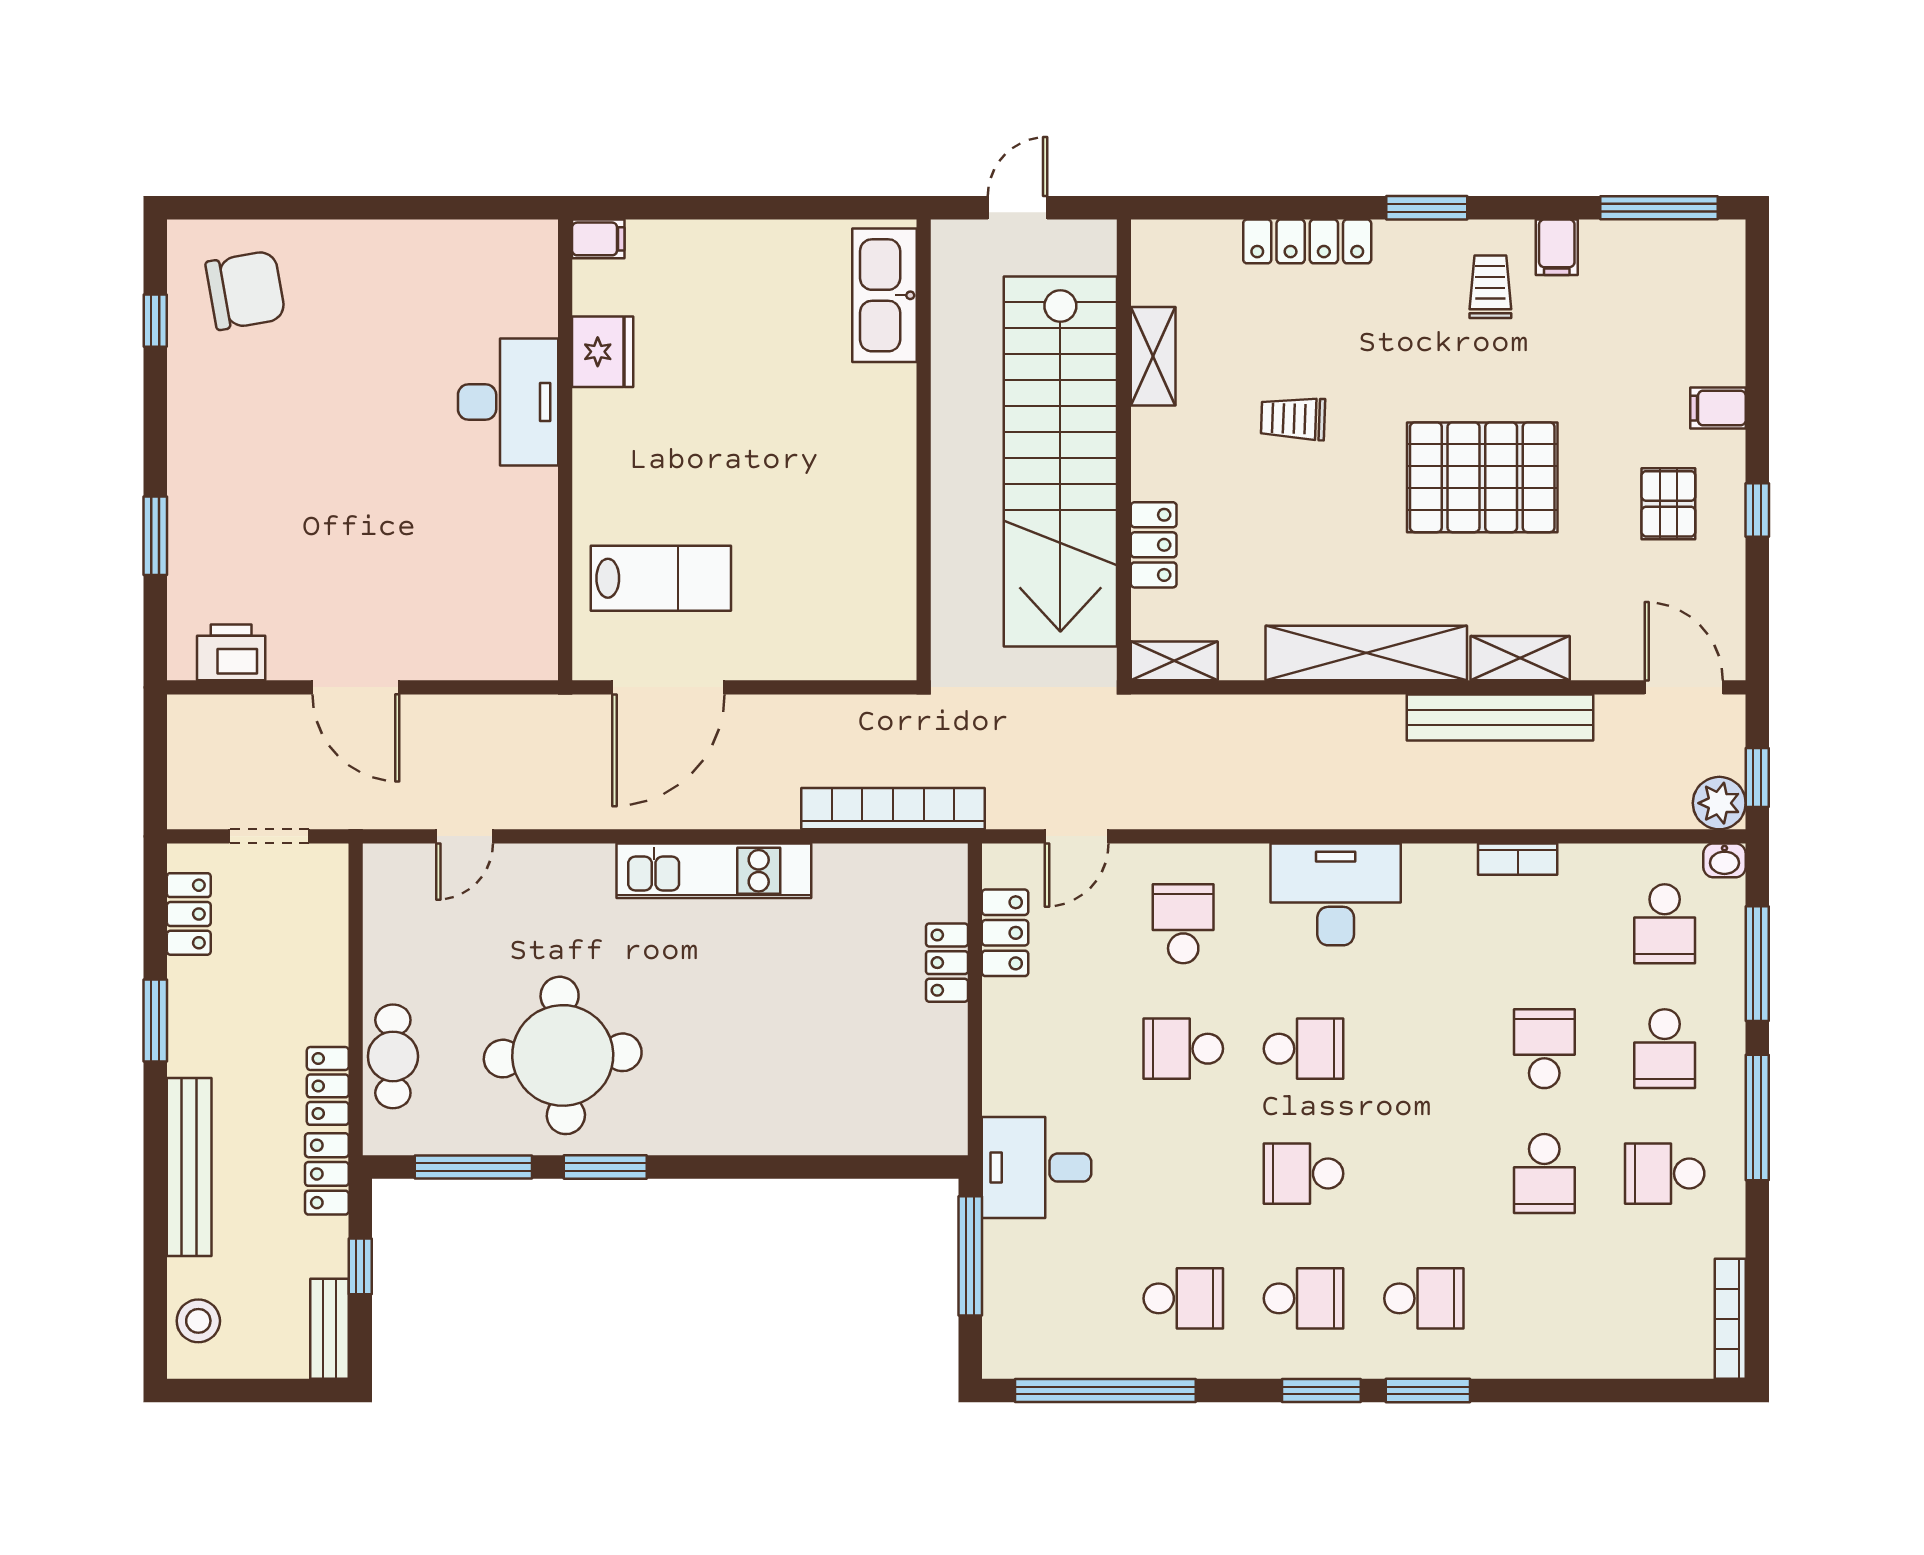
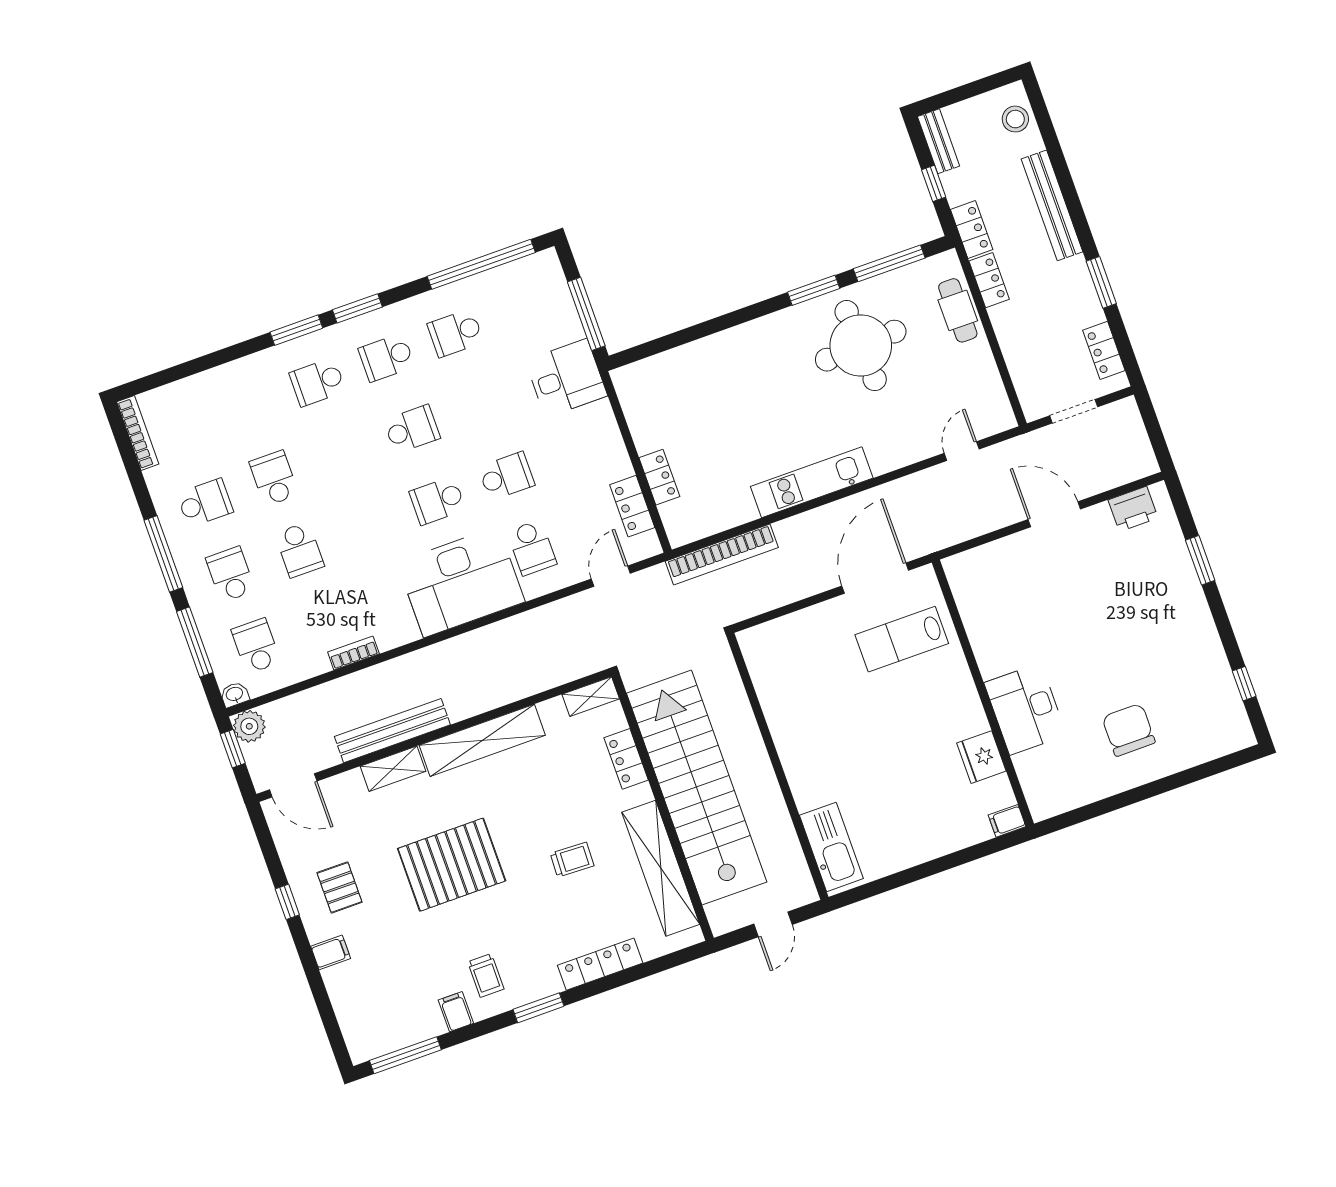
chair: (245, 290) -> (1129, 730), moved, turned 100
shelving: (1153, 356) -> (661, 868), width x2.20, depth x1.33
desk: (1336, 894) -> (461, 582), width x1.36, depth x1.30

